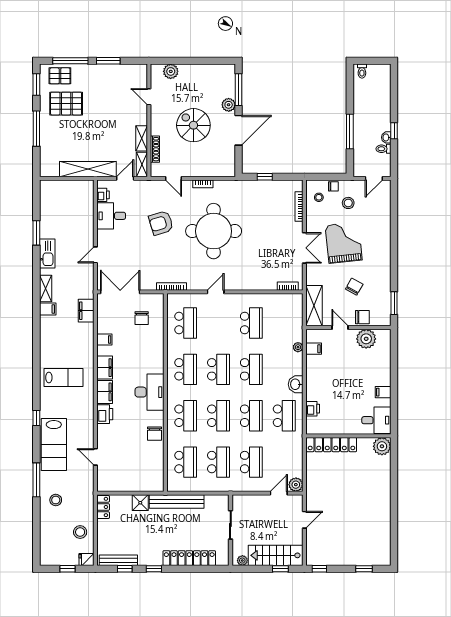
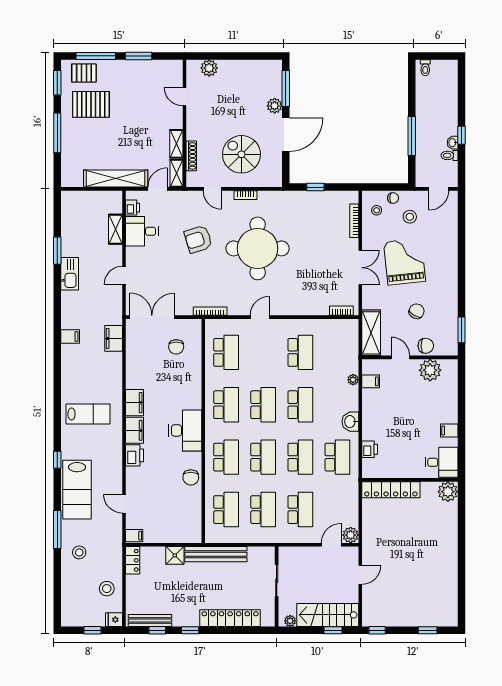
spiral stairs: (193, 125) -> (241, 154), moved
shelving: (46, 288) -> (115, 229), moved
filing cabinet: (104, 339) -> (134, 536), moved

